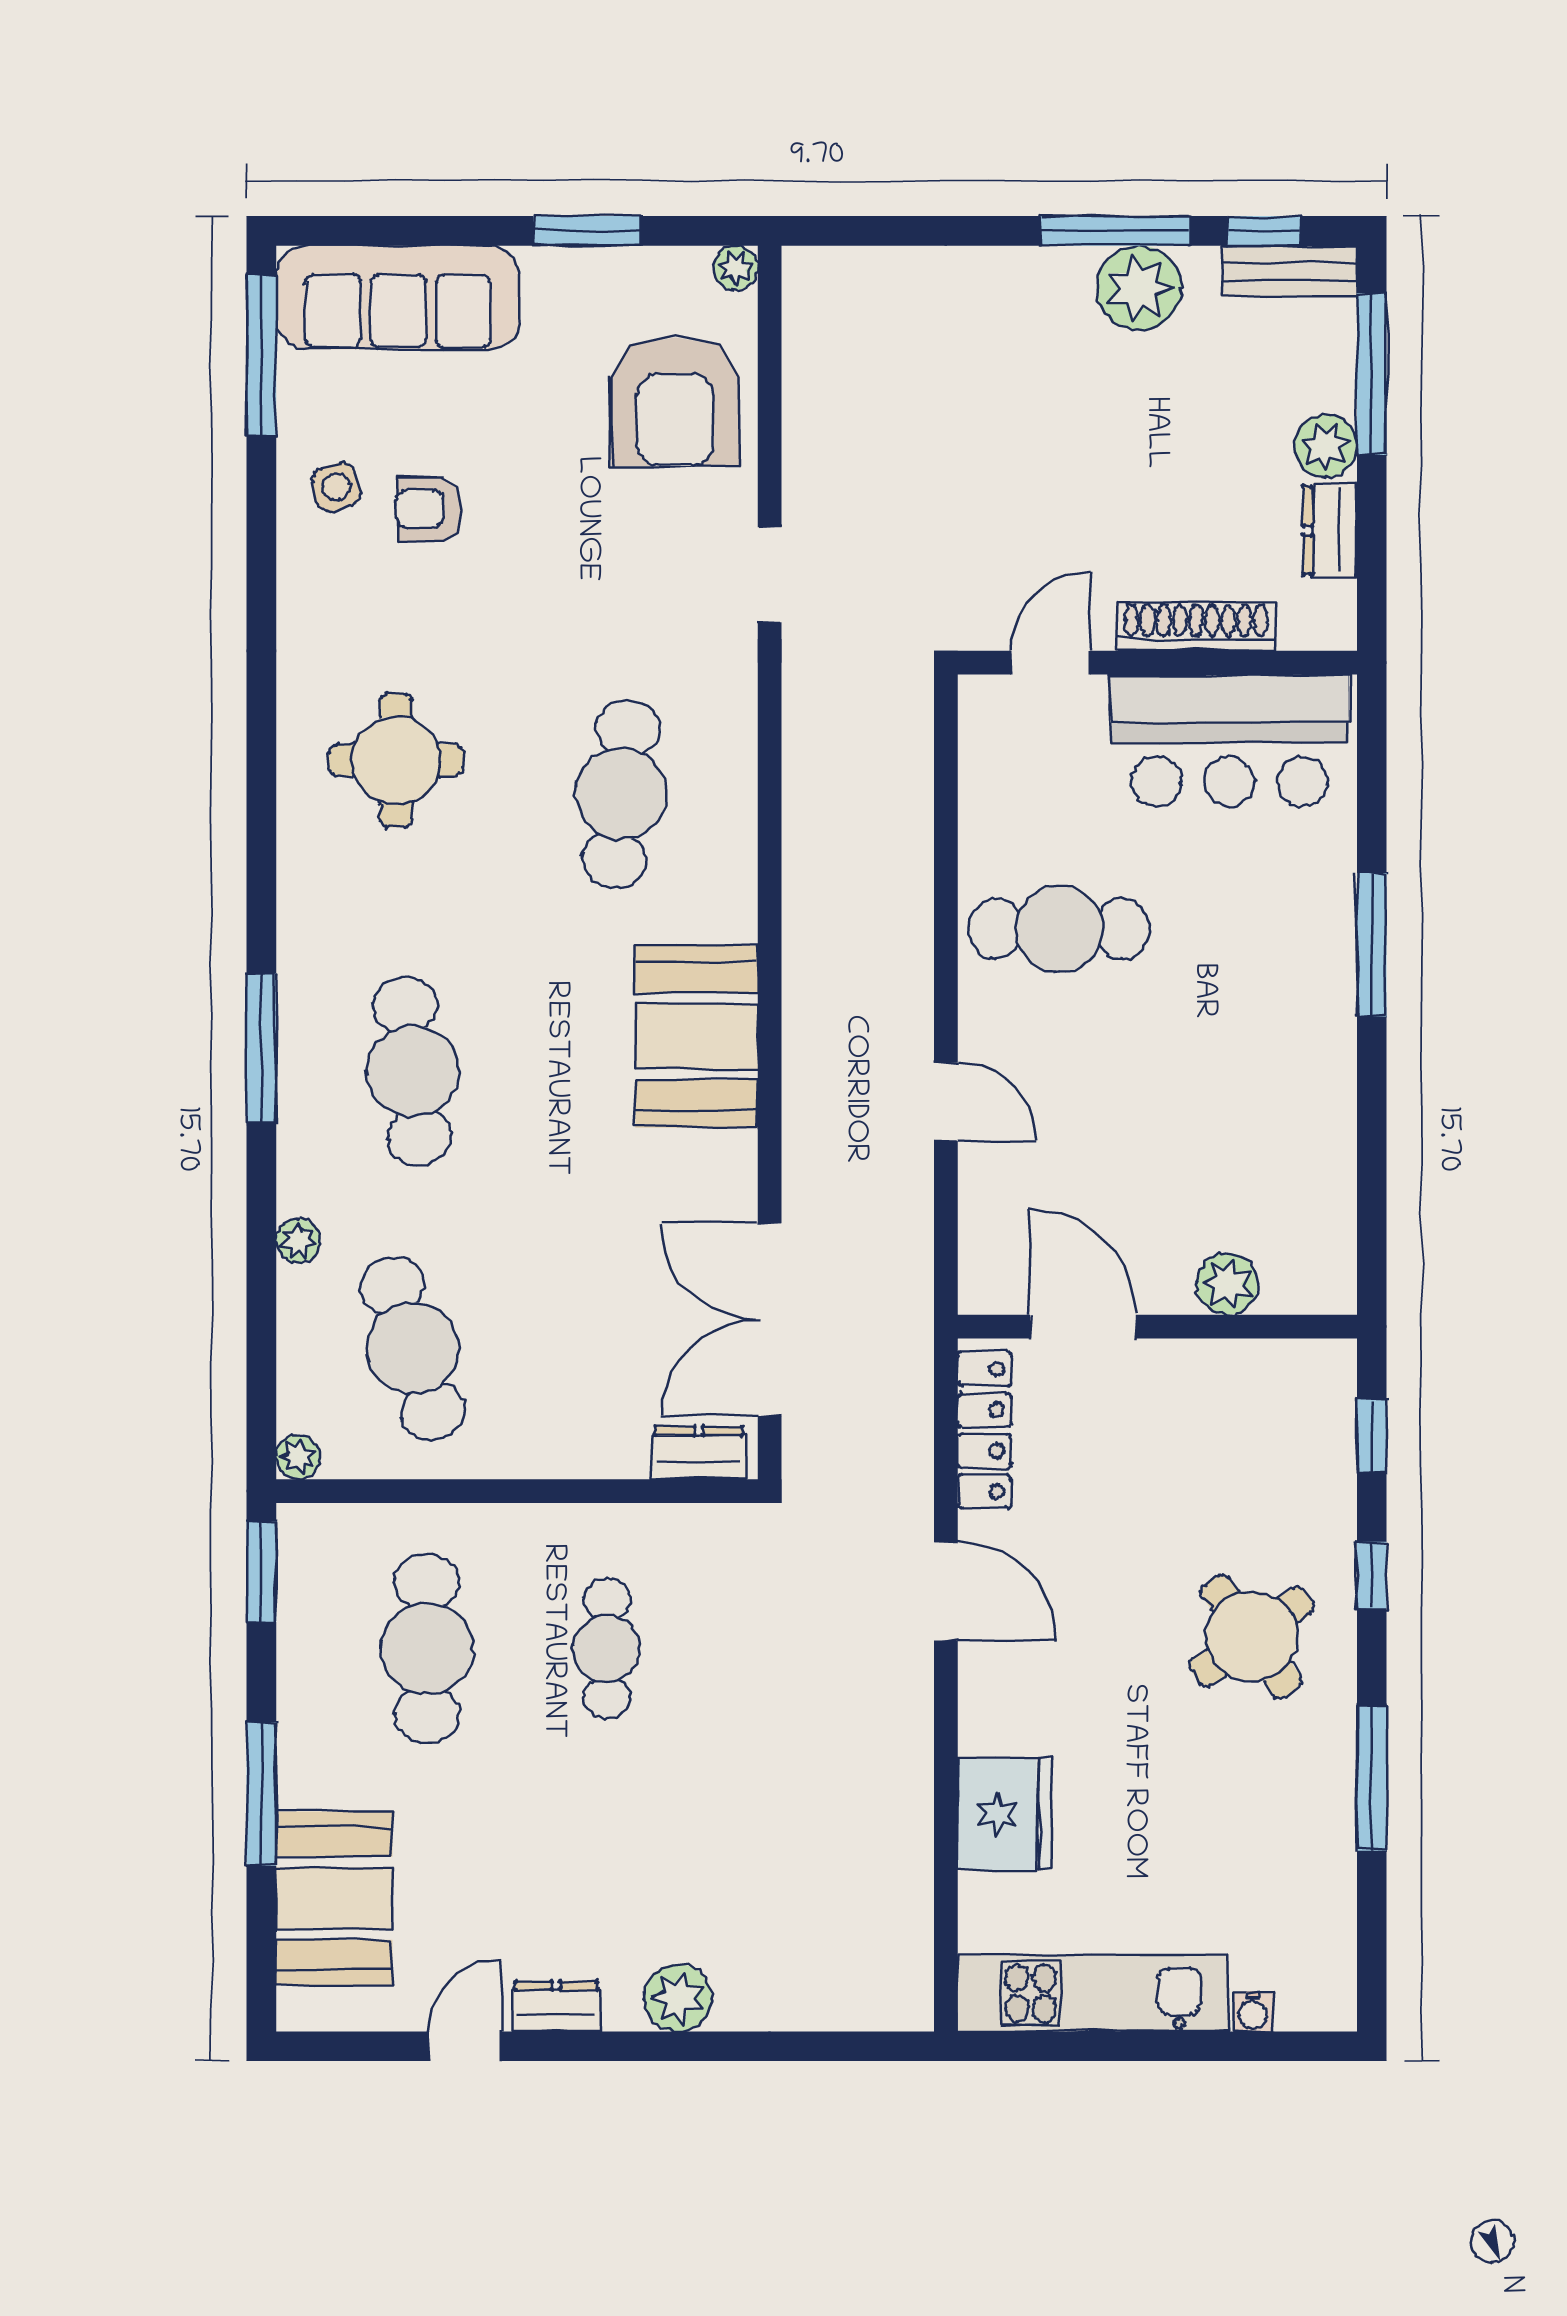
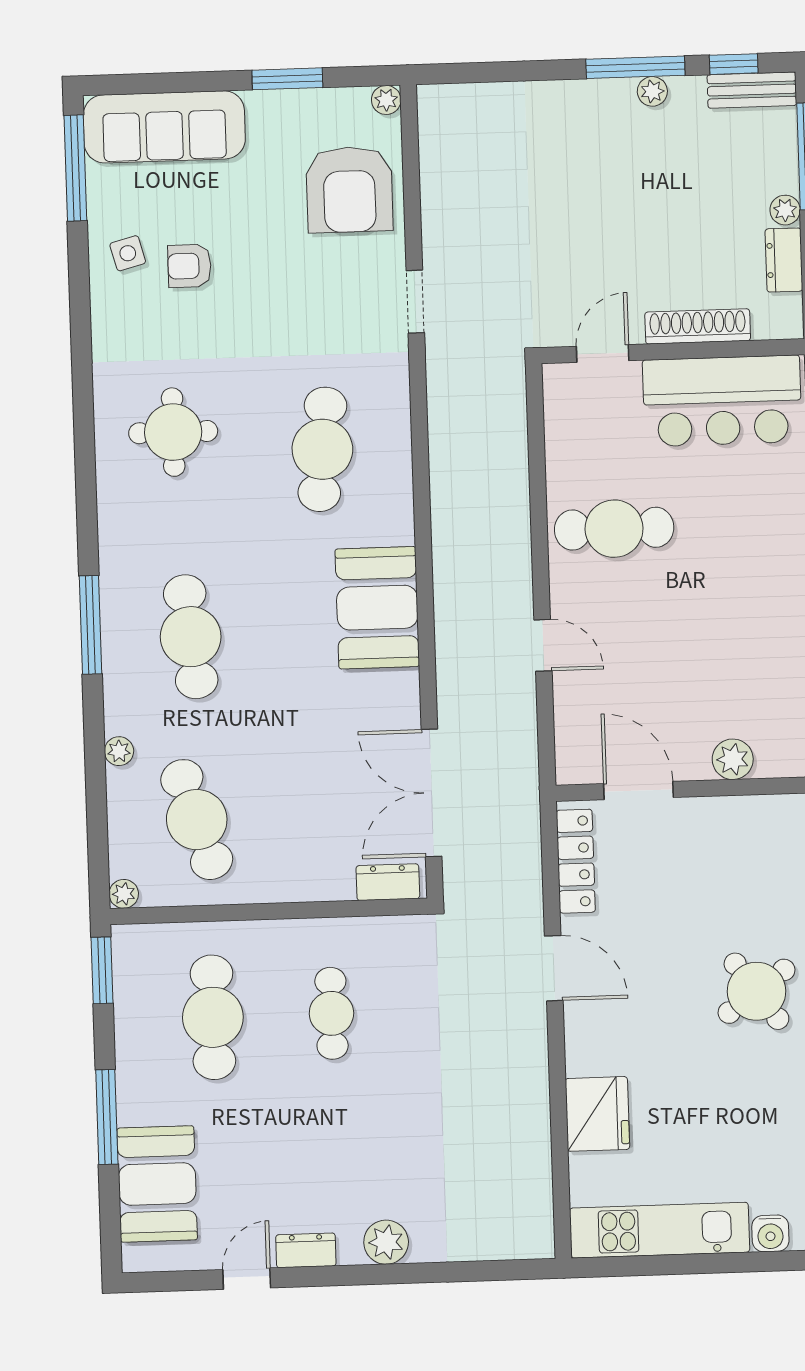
plant: (1139, 288) -> (652, 91), width x0.53, depth x0.53
plant: (1326, 446) -> (785, 210), width x0.73, depth x0.73
water cooler: (1253, 2012) -> (770, 1233), width x1.38, depth x1.38

